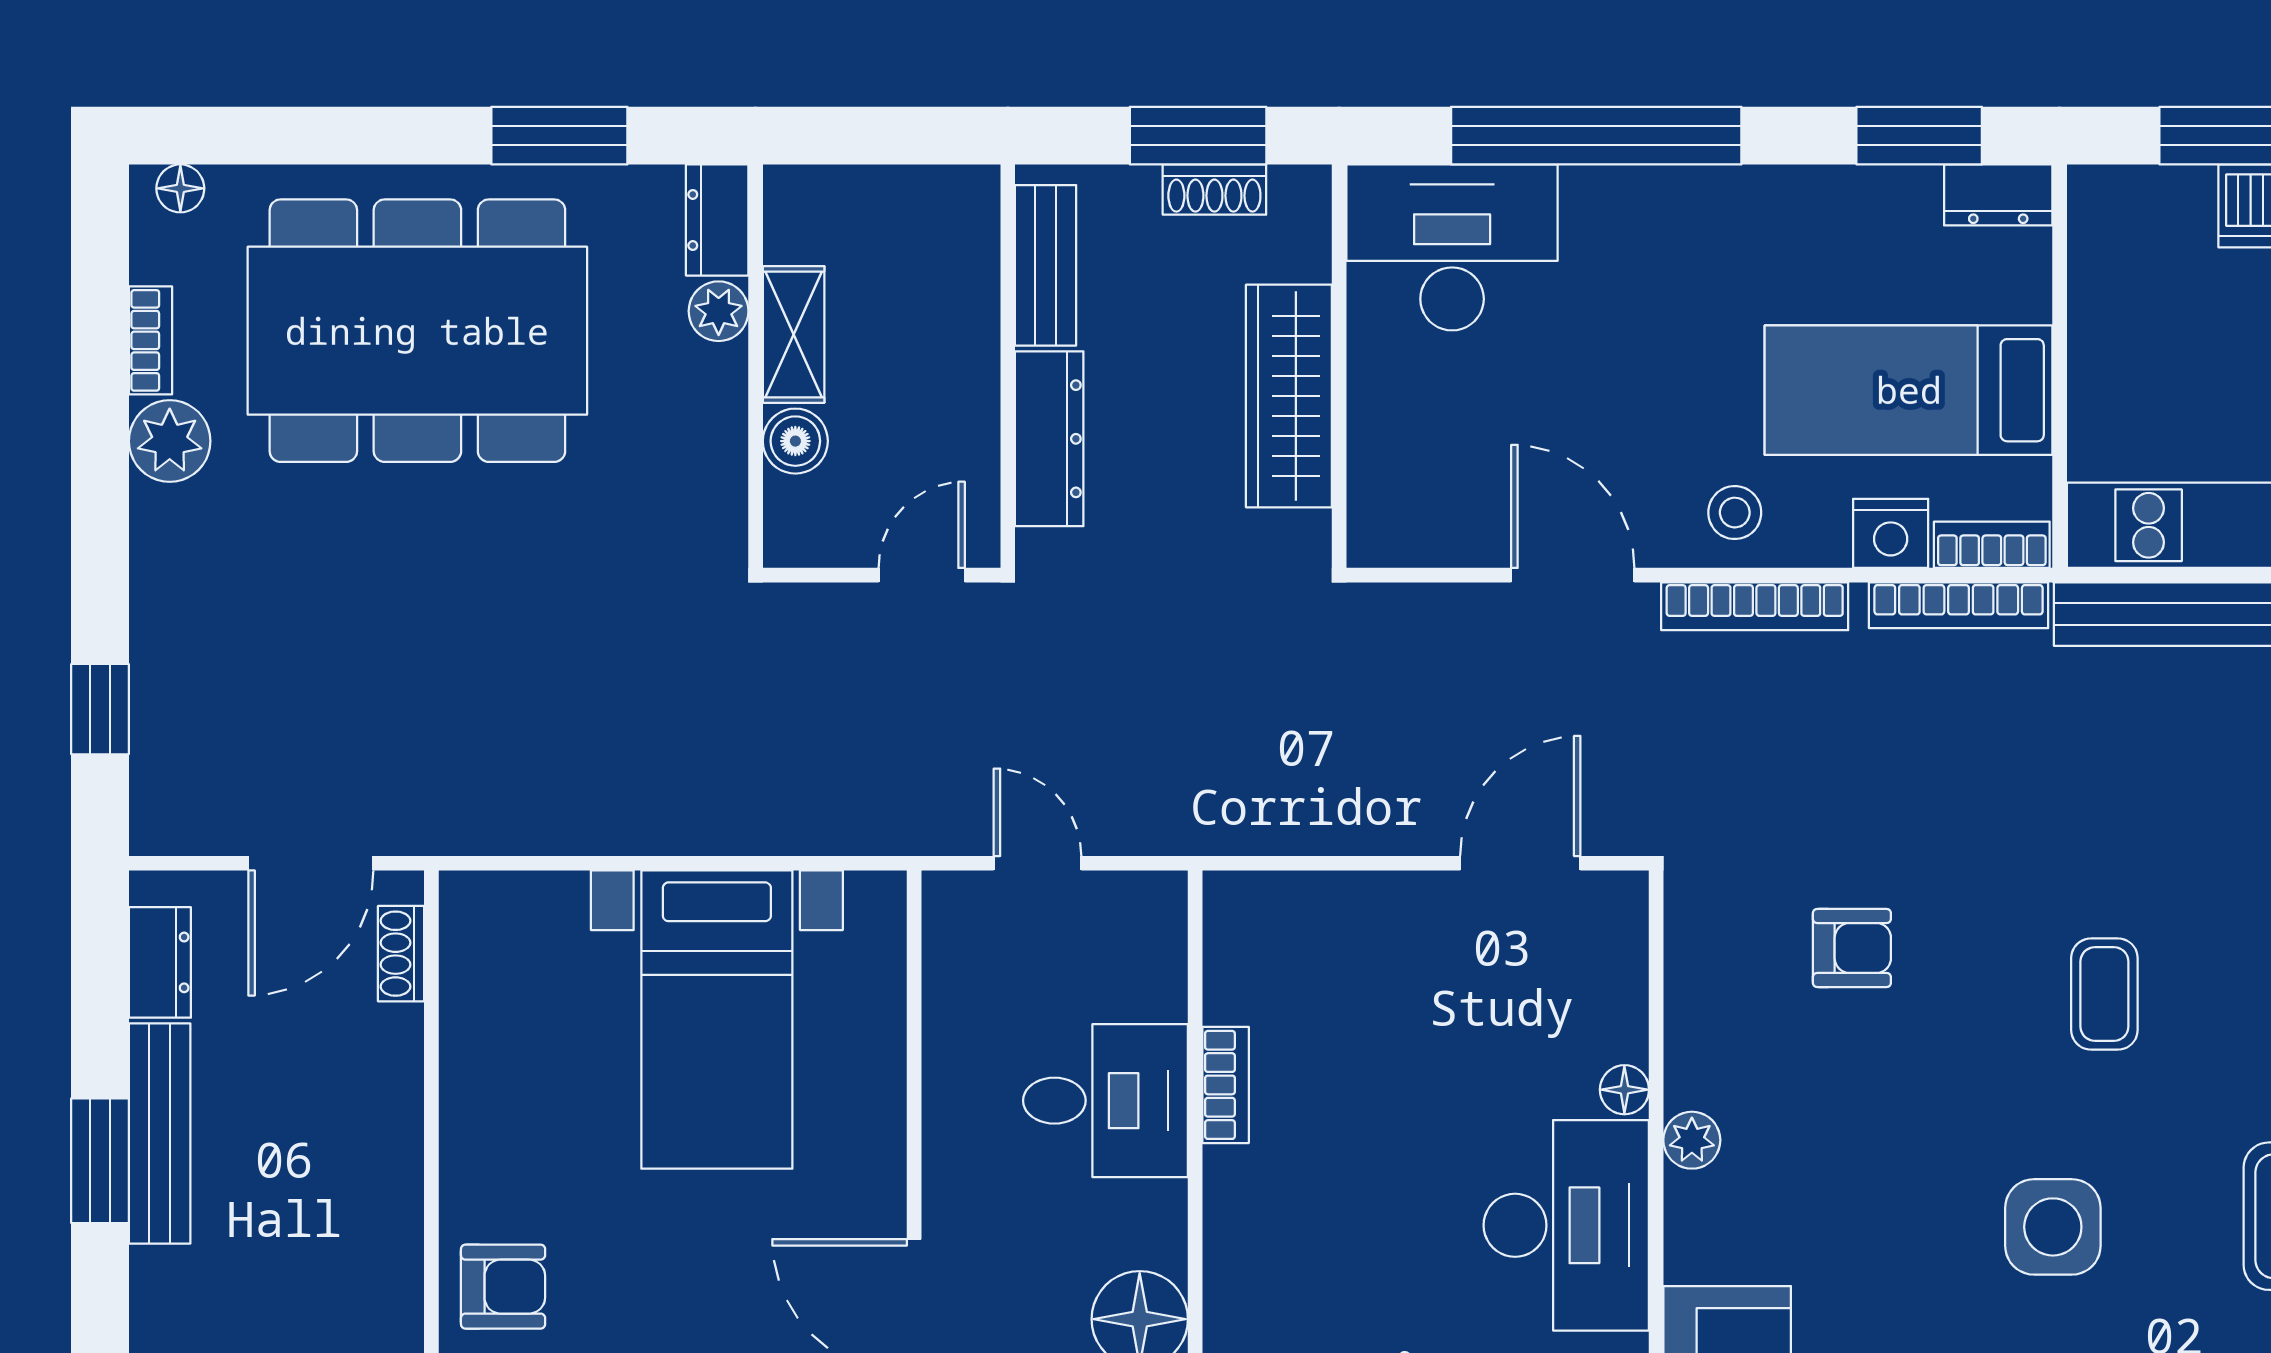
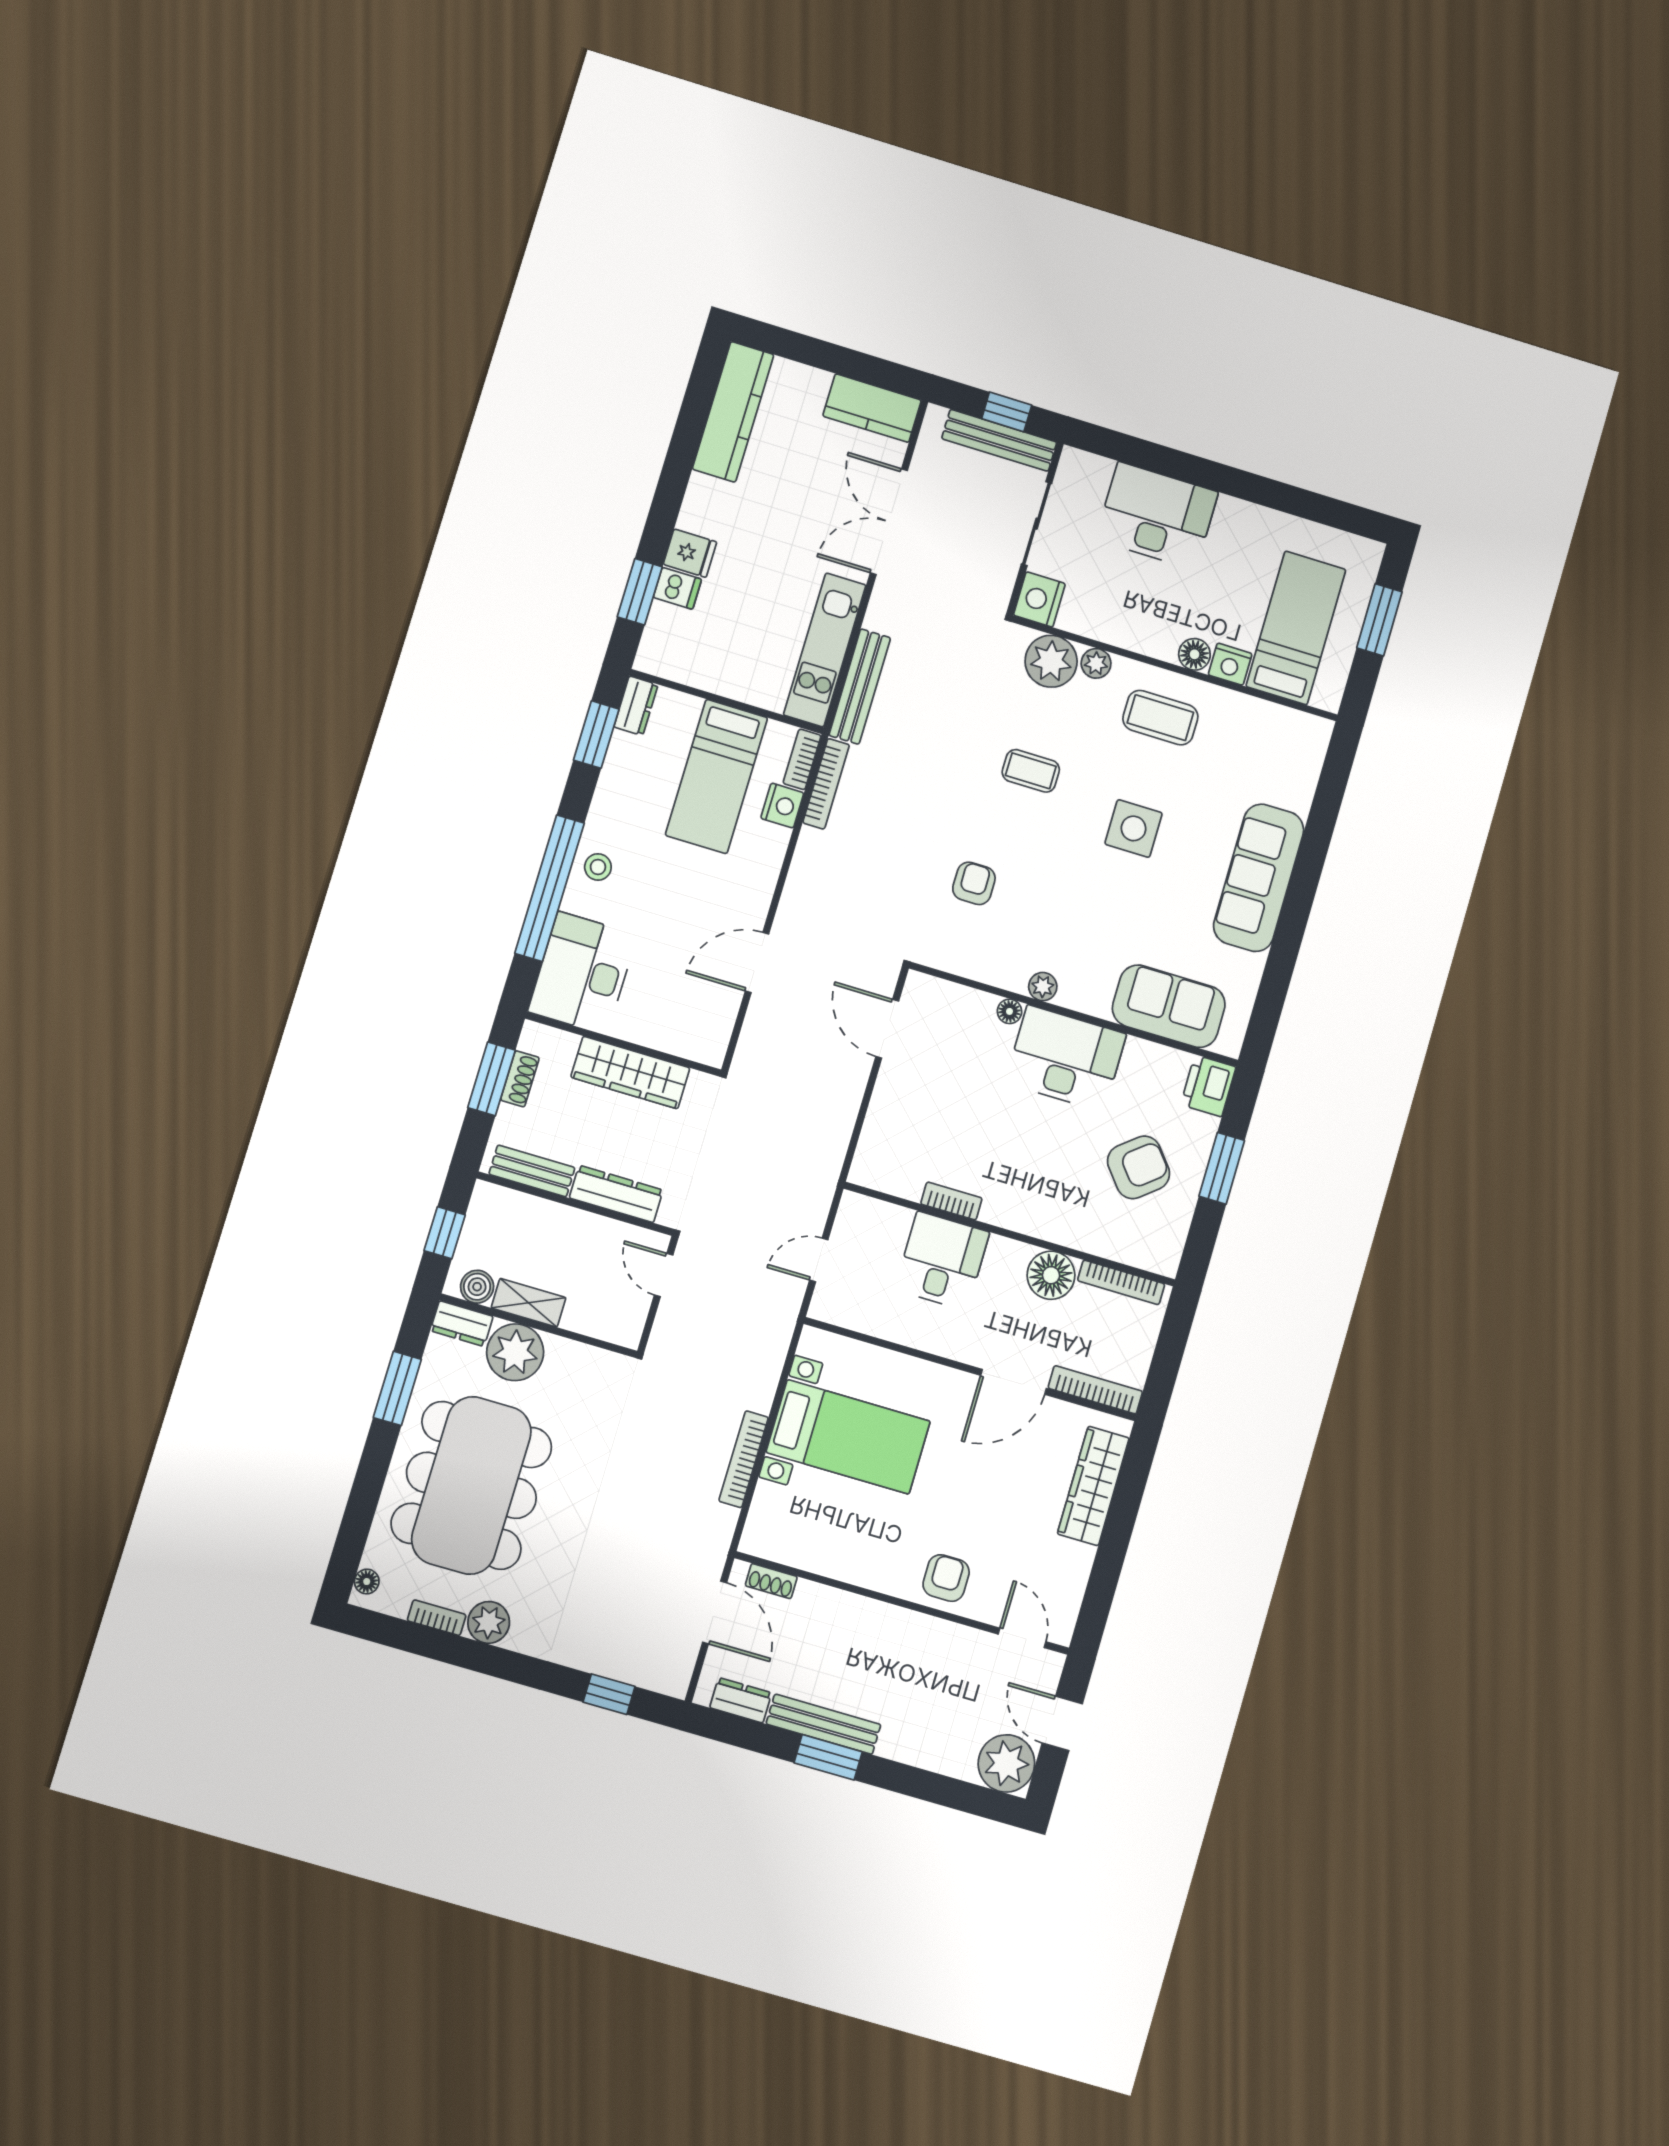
window: (879, 136) -> (445, 1233), added
plant: (719, 311) -> (515, 1352), width x1.88, depth x1.88
boiler: (795, 441) -> (477, 1287), moved
stool: (1735, 513) -> (598, 867), moved
bookcase: (1755, 606) -> (744, 1459), moved, turned 180

